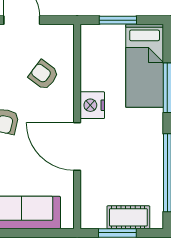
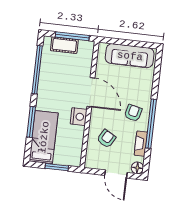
armchair: (44, 75) -> (106, 139), turned -97
window: (117, 233) -> (72, 36), width x1.44

